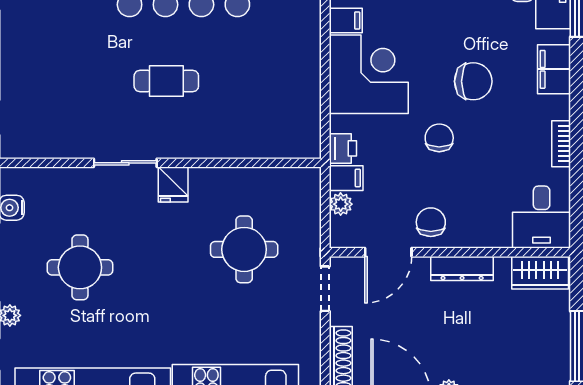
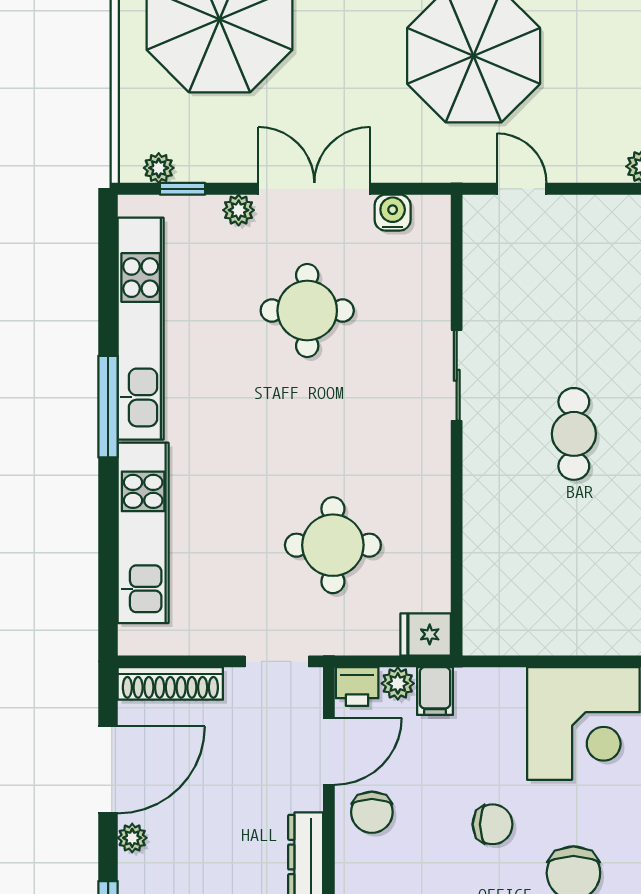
printer: (343, 148) -> (357, 687), moved
fridge: (173, 185) -> (426, 634), moved
chair: (431, 222) -> (372, 812), turned 90
door: (388, 252) -> (329, 751), swing flipped

